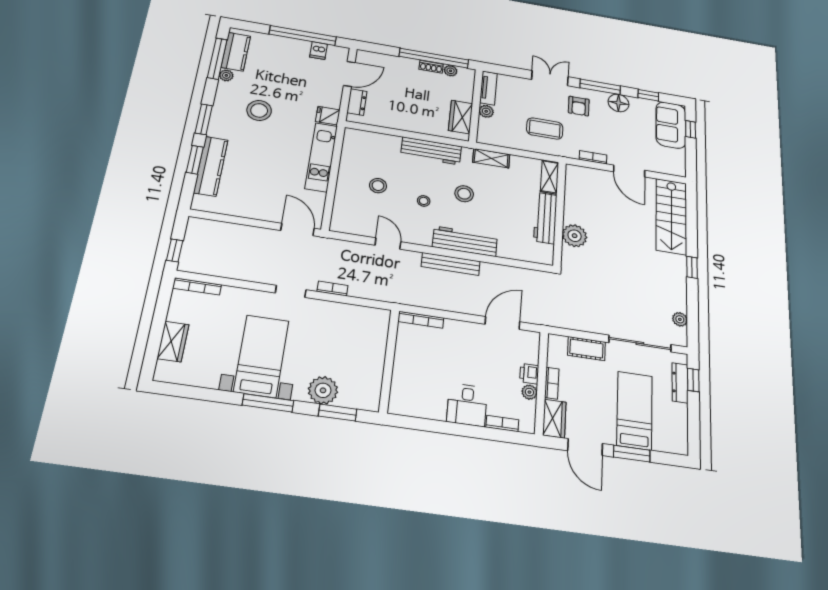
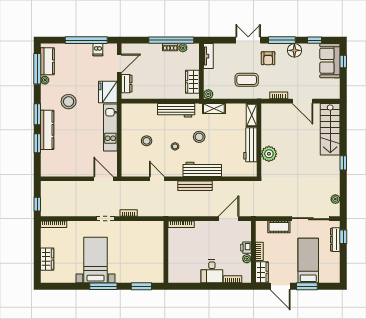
plant: (486, 111) -> (208, 94), moved
fridge: (328, 116) -> (108, 92), width x1.88, depth x1.34
kitchen counter: (211, 166) -> (47, 130), moved
plant: (323, 390) -> (132, 275), removed

